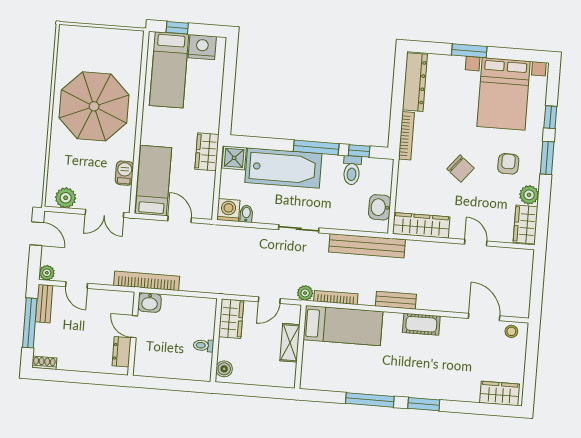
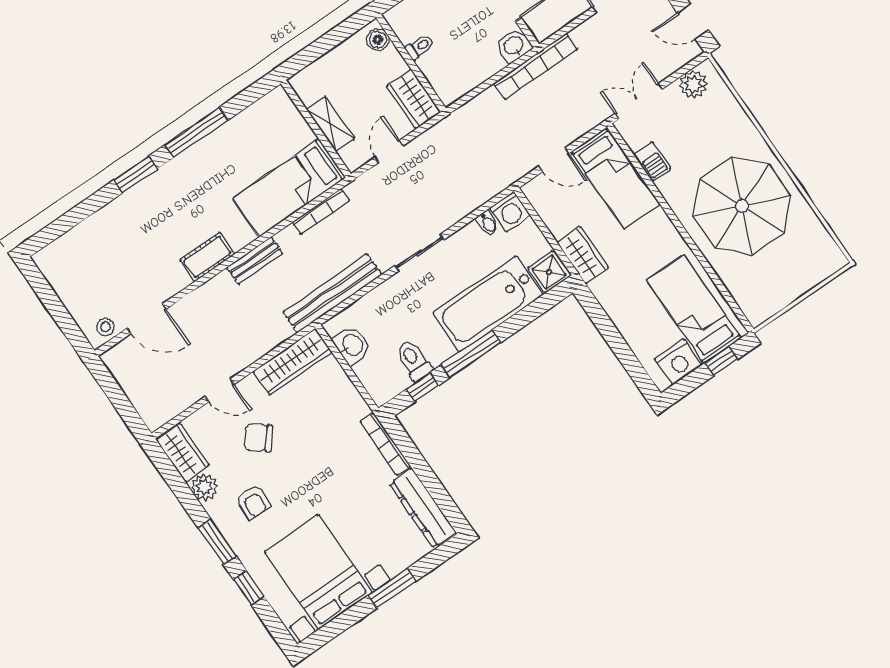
chair: (460, 168) -> (258, 438), moved
plant: (305, 293) -> (357, 190), removed
wardrobe: (500, 393) -> (64, 251), removed

